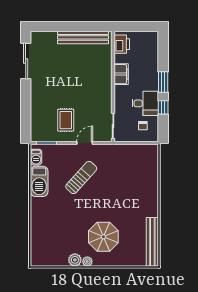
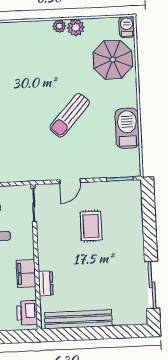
dresser: (107, 66) -> (46, 283), added
rug: (66, 120) -> (91, 226), moved
barbecue: (36, 157) -> (127, 27), moved
sun lounger: (81, 177) -> (70, 115), moved
parasol: (103, 237) -> (113, 60), moved

